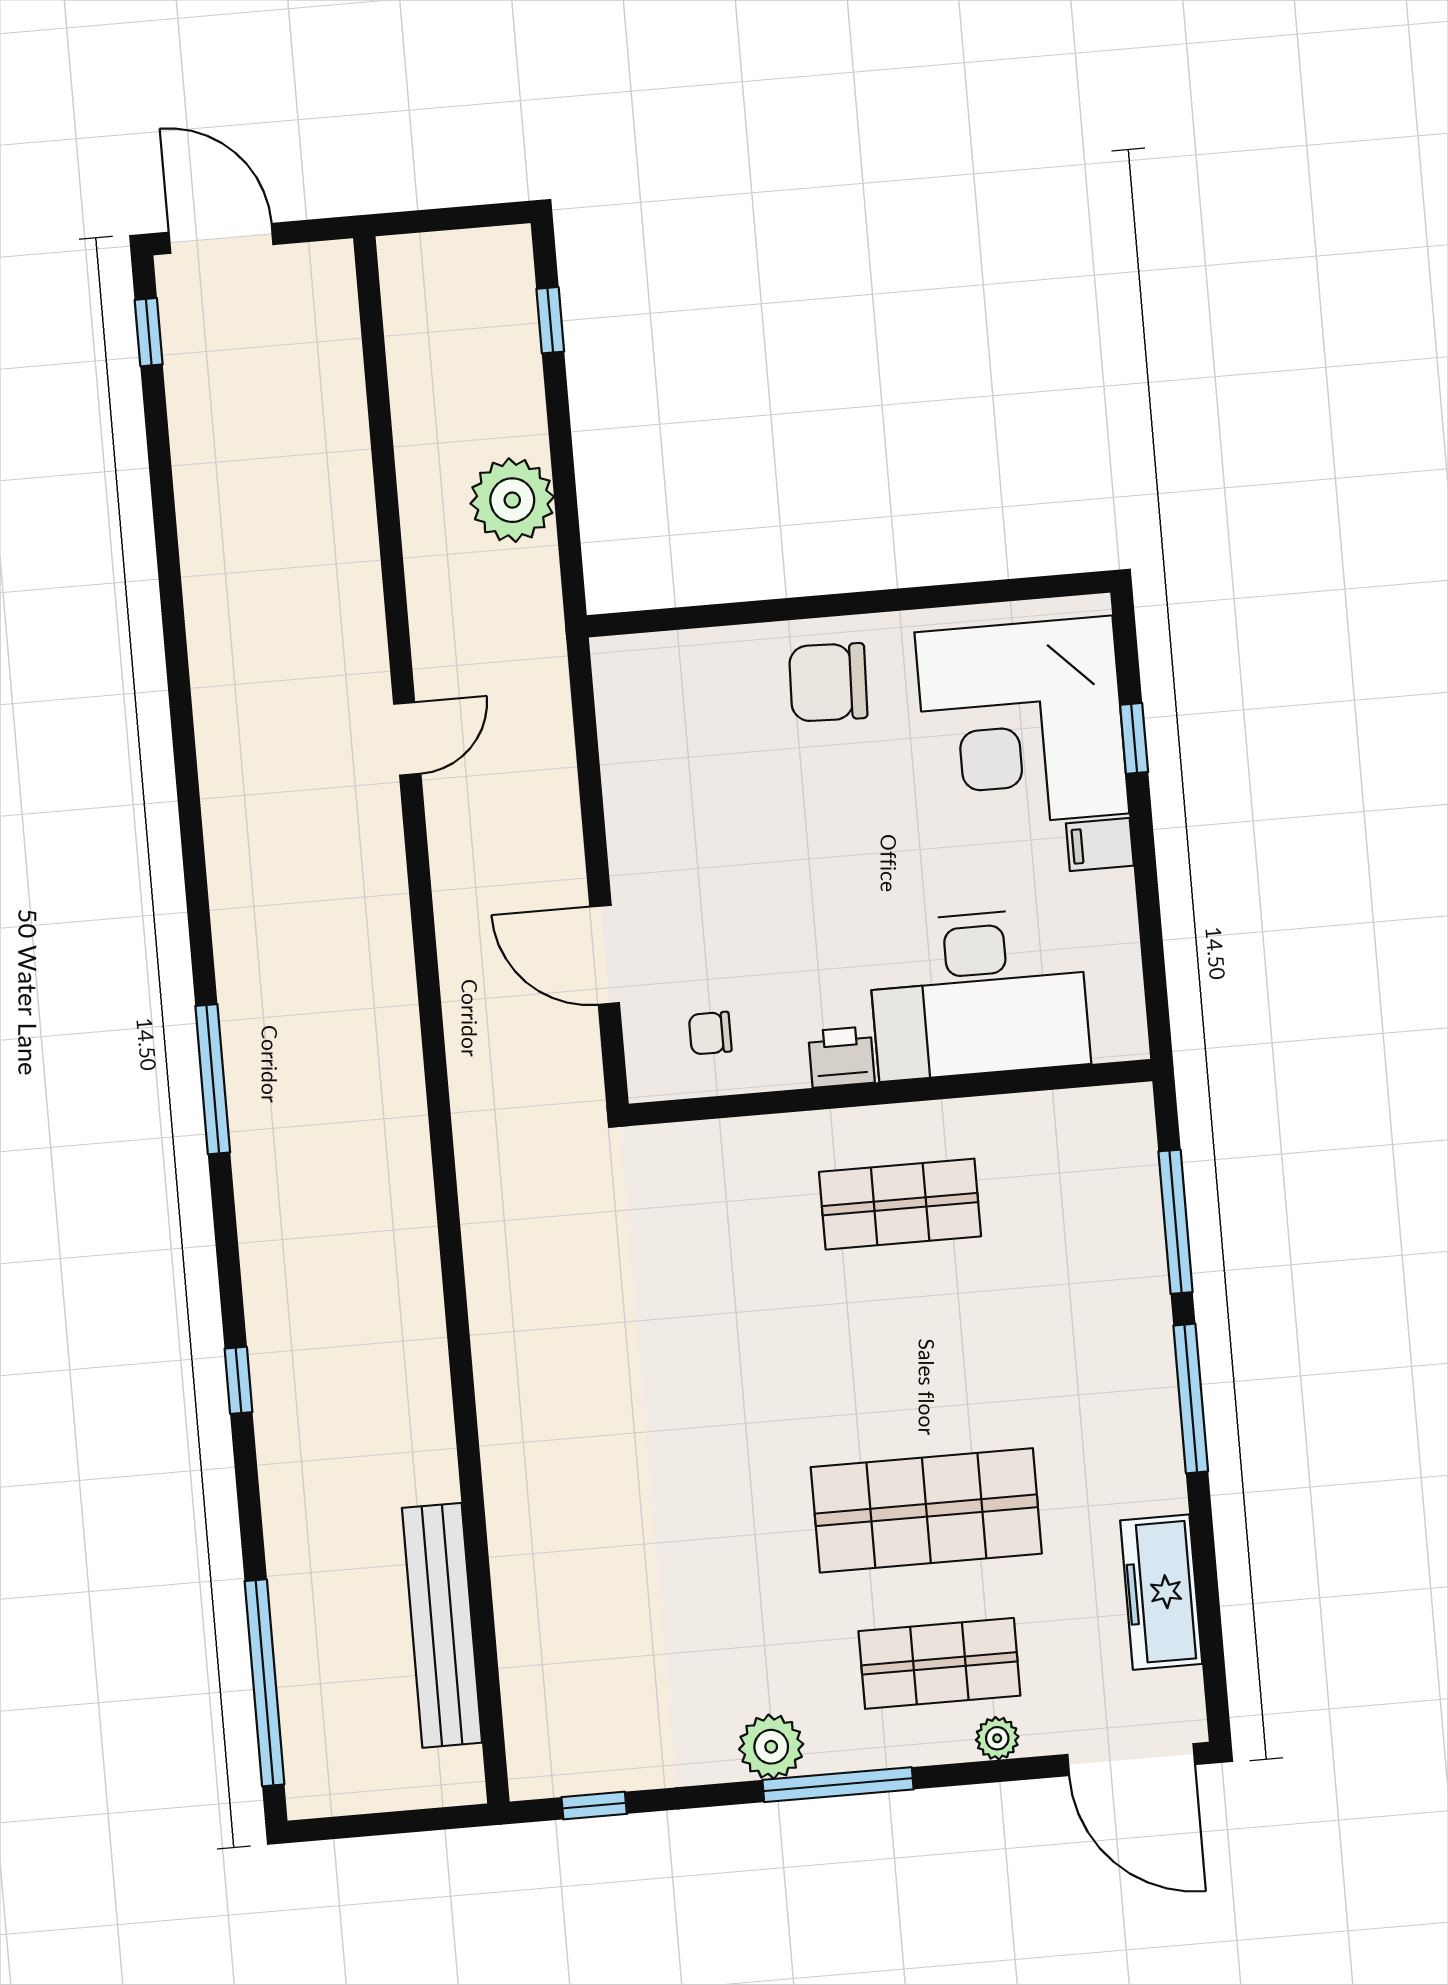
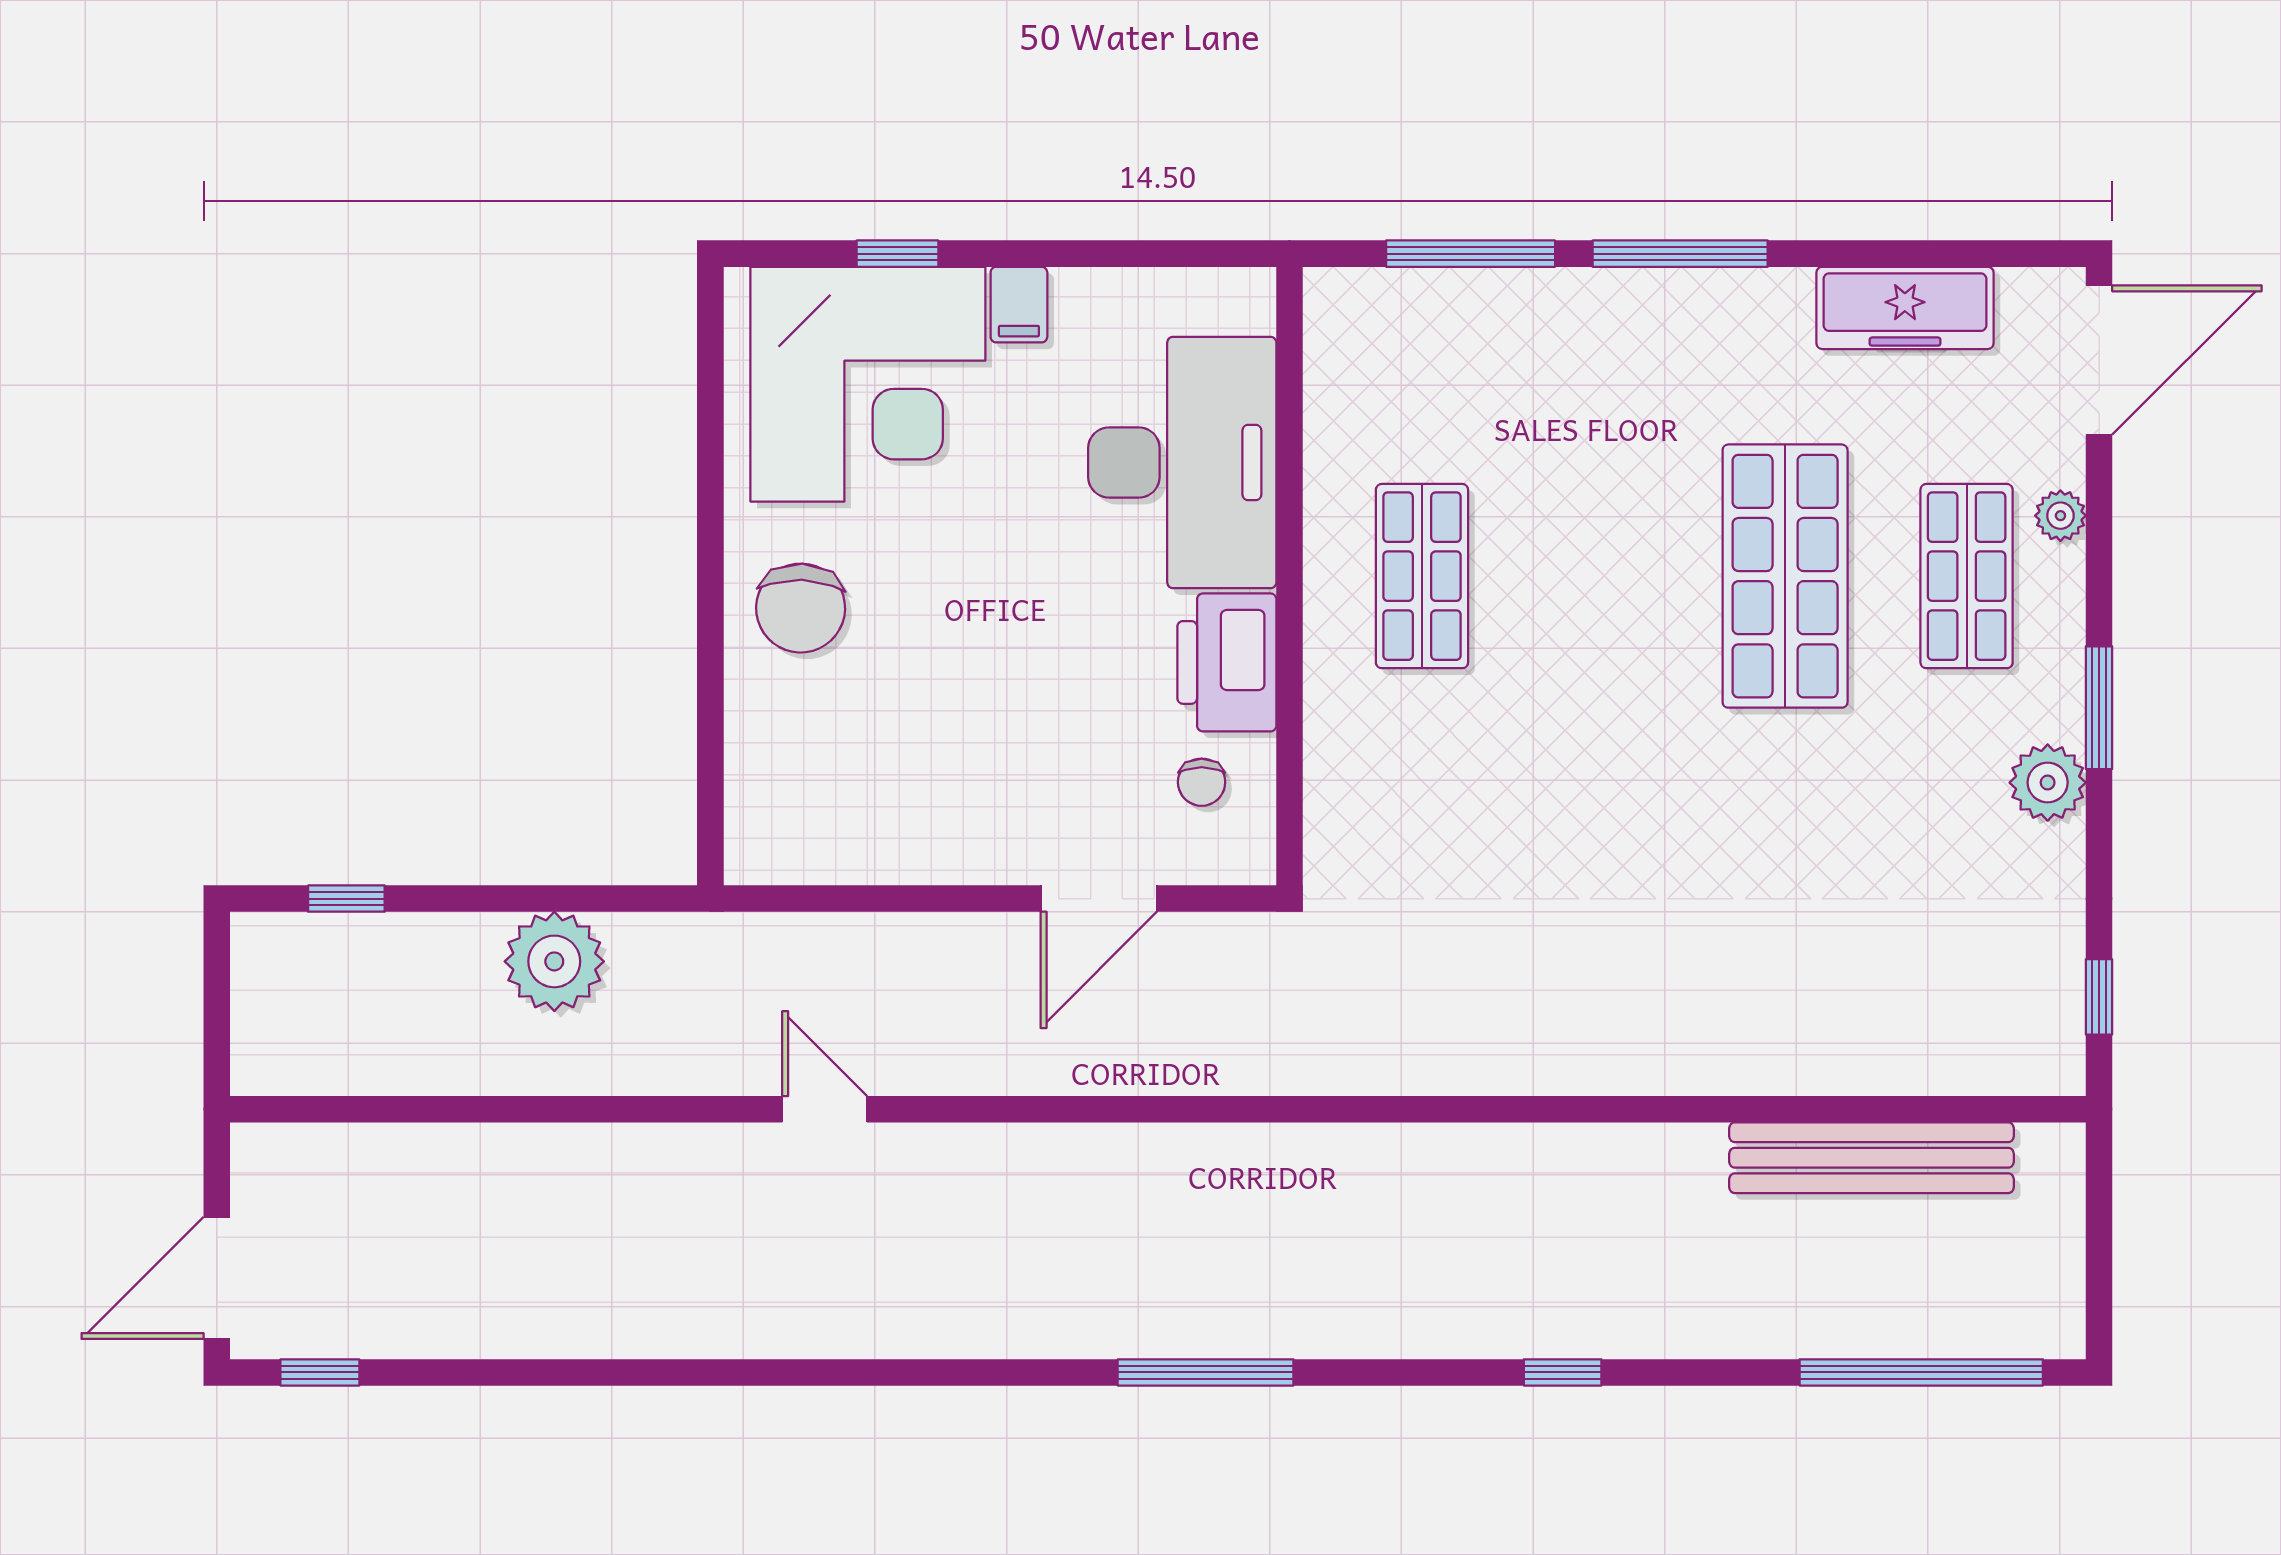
printer: (841, 1057) -> (1227, 662), width x1.87, depth x1.48
window: (838, 1785) -> (2099, 708), width x0.69

